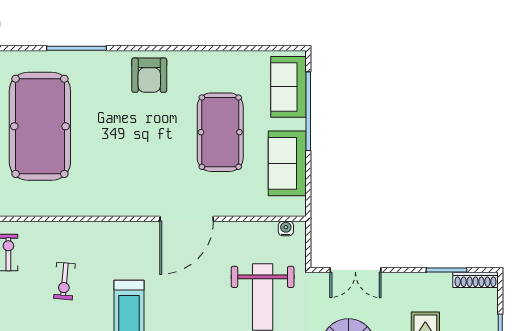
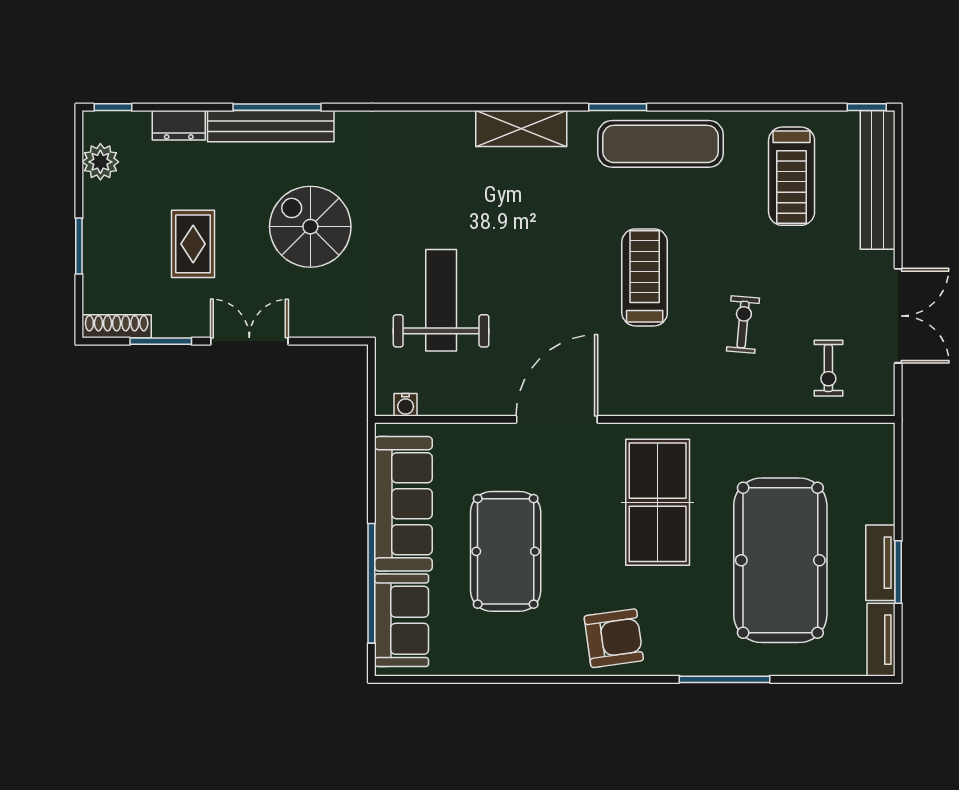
armchair: (149, 75) -> (614, 638), turned 82
sofa: (287, 163) -> (403, 504), width x1.36
table tennis table: (120, 164) -> (658, 502), added
double door: (355, 270) -> (249, 341), moved

